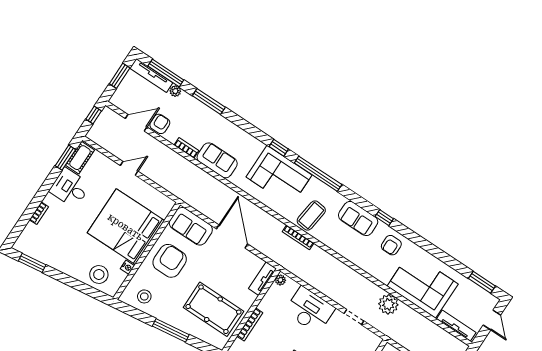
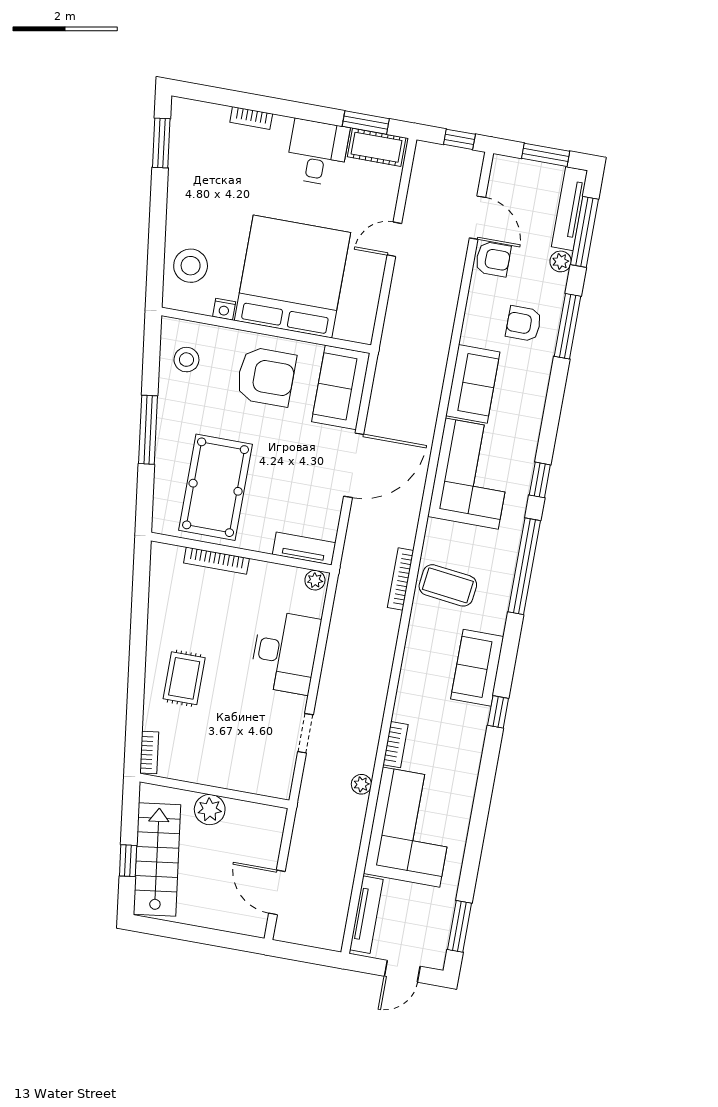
bookcase: (186, 148) -> (396, 745), moved
door: (129, 168) -> (394, 239), swing flipped
corner sofa: (279, 176) -> (472, 474), moved, turned 180
armchair: (391, 245) -> (524, 324), moved
plant: (388, 304) -> (361, 784), width x0.53, depth x0.53

